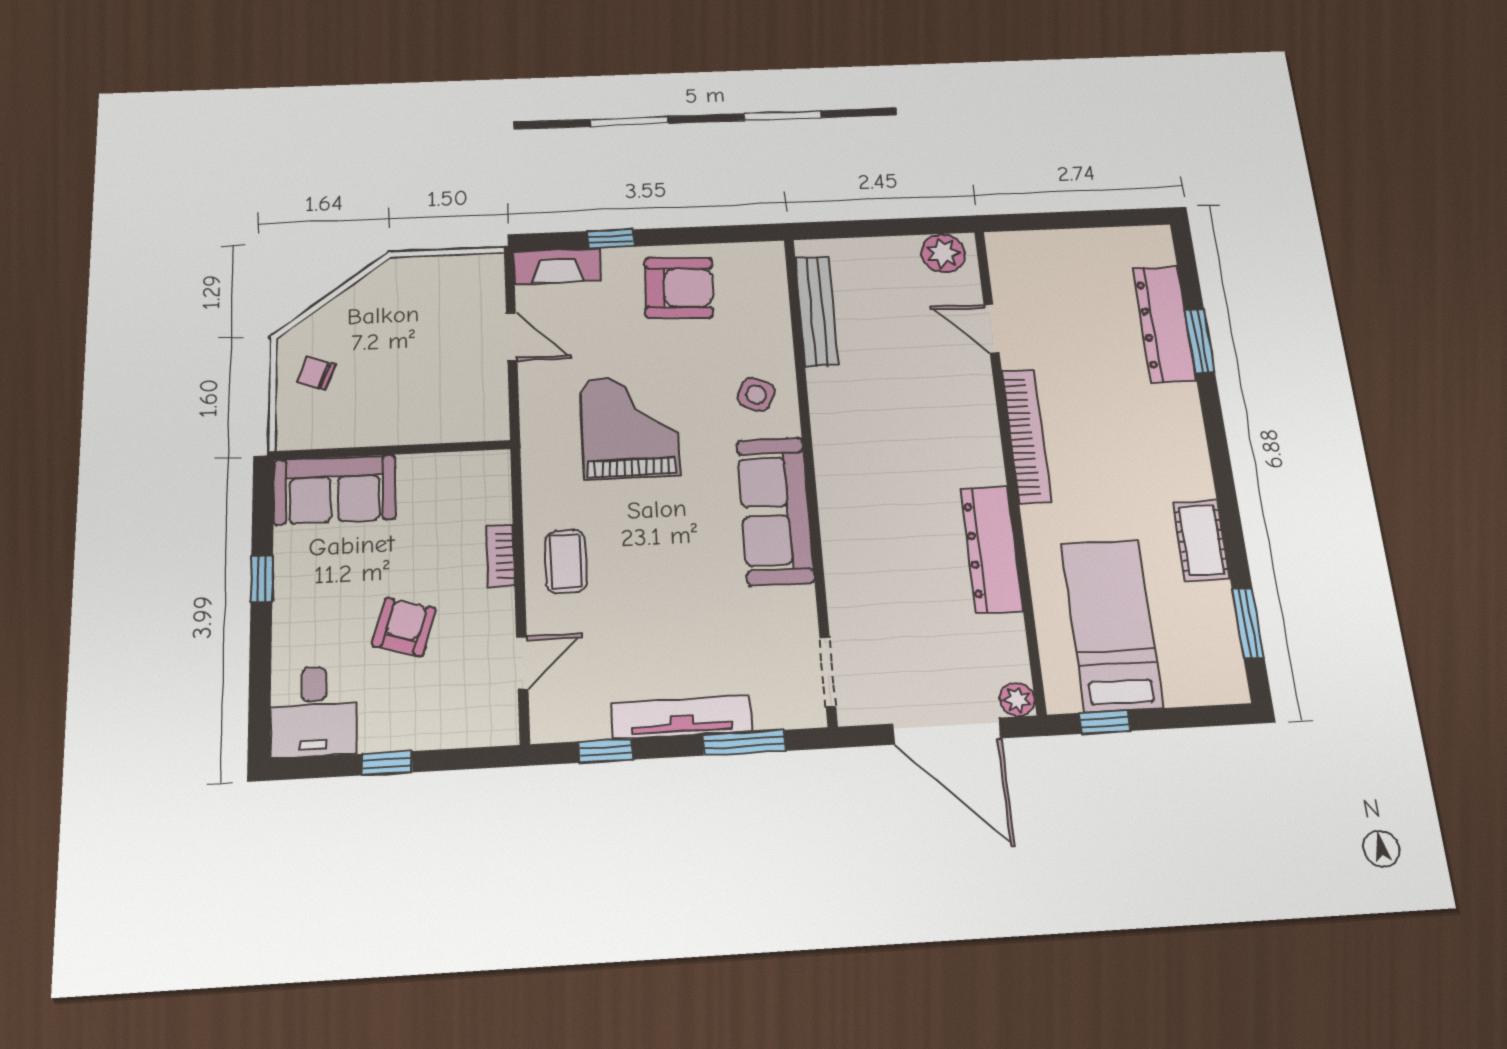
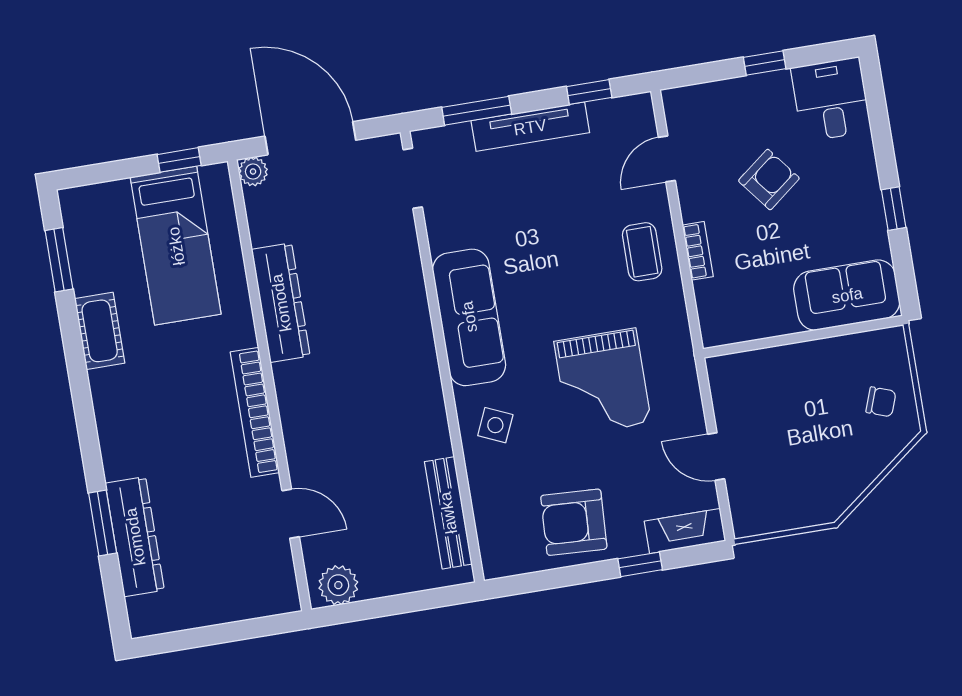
armchair: (404, 627) -> (769, 180), turned -144

